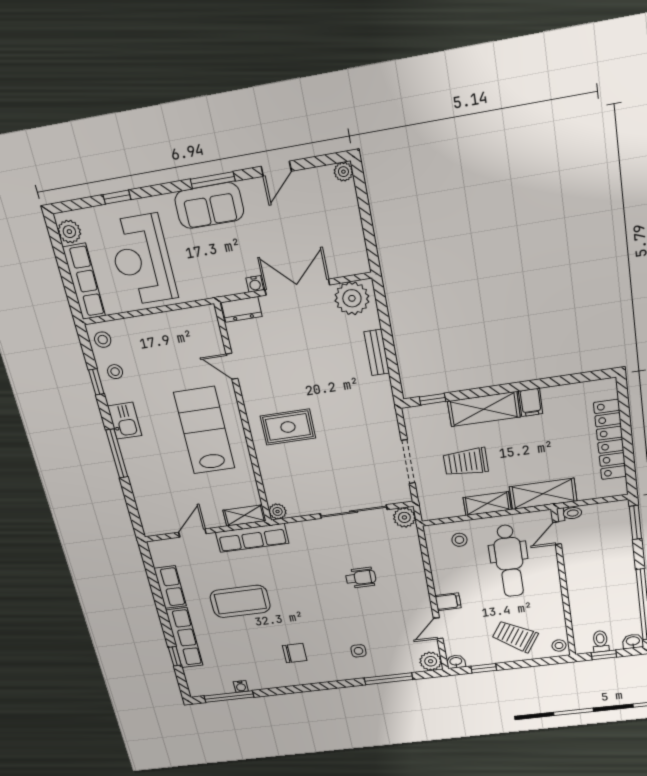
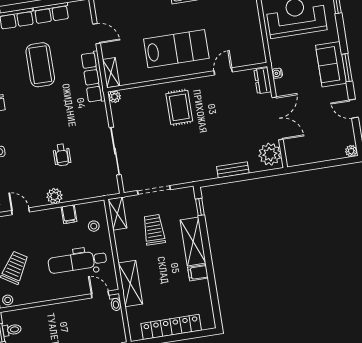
water cooler: (255, 284) -> (277, 73), moved
shelving: (487, 504) -> (117, 214), moved
plant: (404, 517) -> (55, 196), moved
filing cabinet: (448, 602) -> (69, 214), moved

